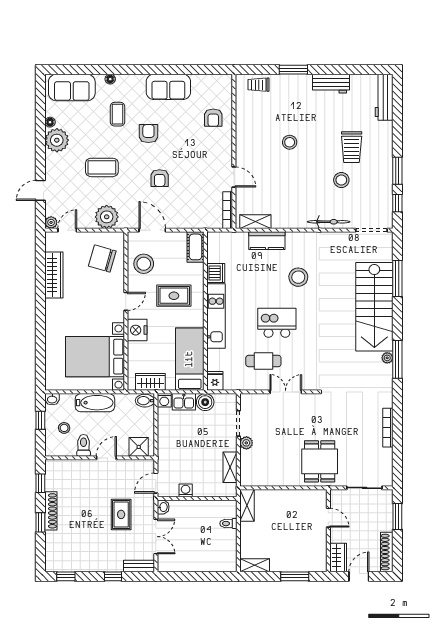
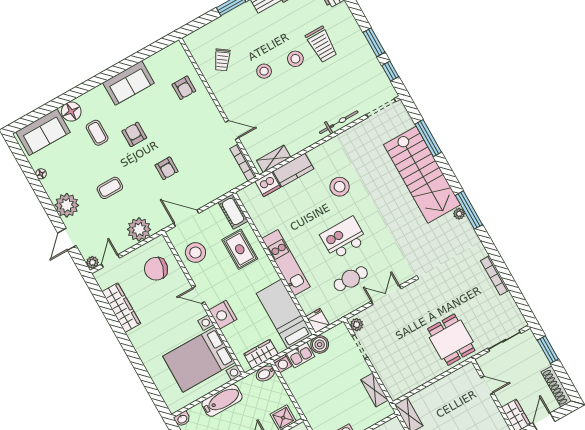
floor lamp: (110, 79) -> (71, 111), width x1.89, depth x1.89
trolley: (258, 85) -> (222, 60), moved, turned -55
plant: (57, 140) -> (67, 205), moved
coffee table: (102, 167) -> (110, 188), width x0.73, depth x0.77
stool: (341, 180) -> (295, 59), moved
dishwasher: (216, 273) -> (268, 184), moved, turned 90
rug: (174, 296) -> (240, 249), moved, turned 90
door: (126, 301) -> (199, 295), swing flipped
plant: (246, 443) -> (357, 325), moved

